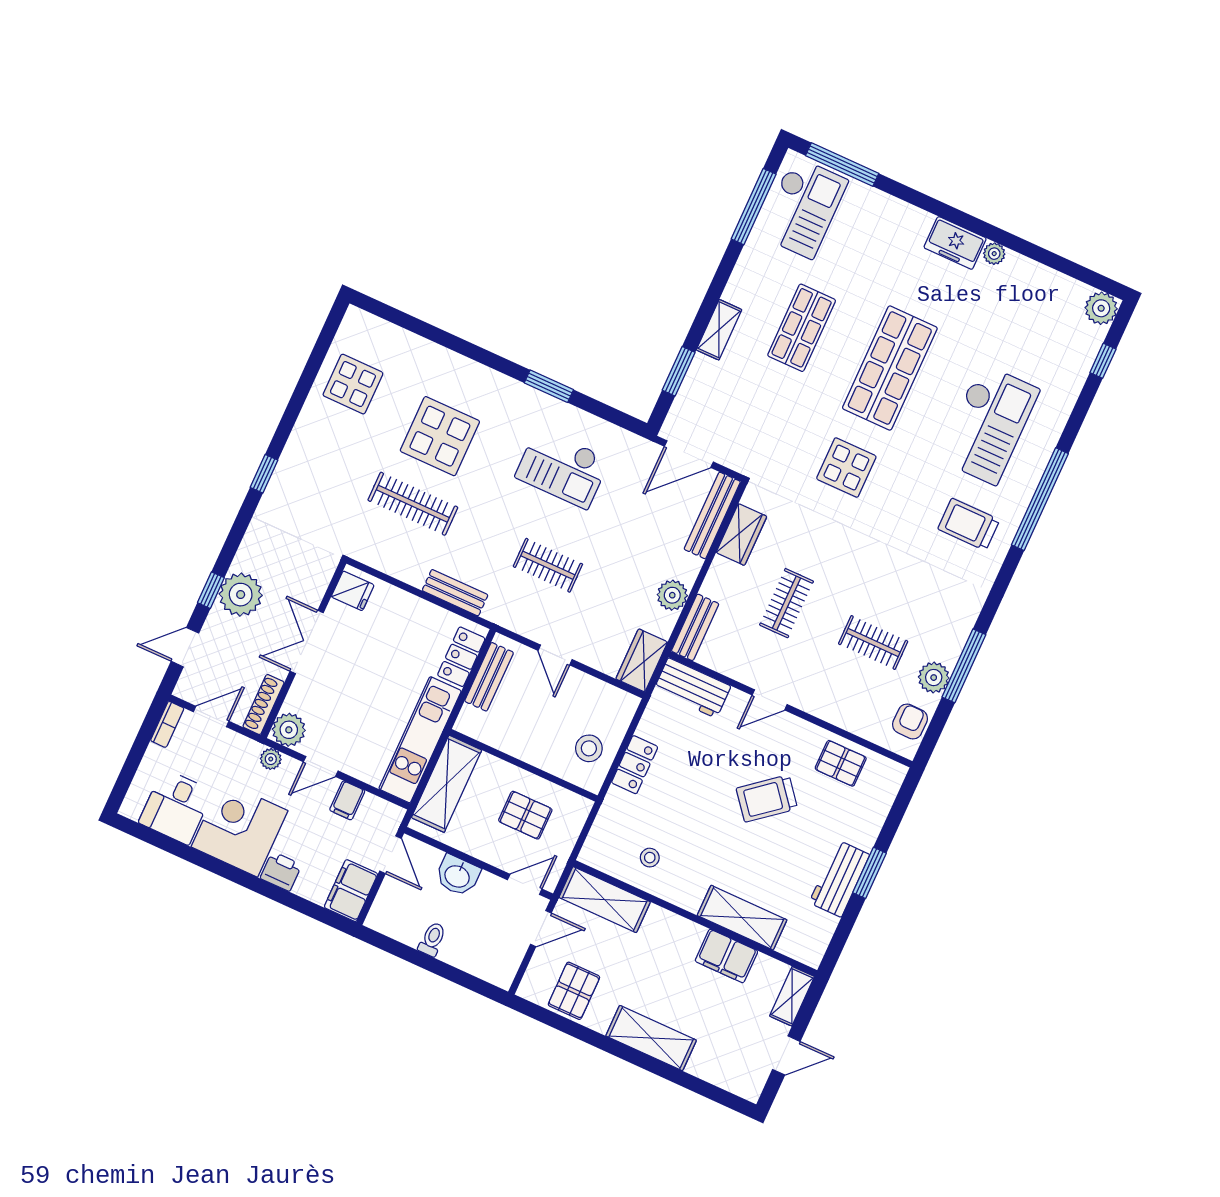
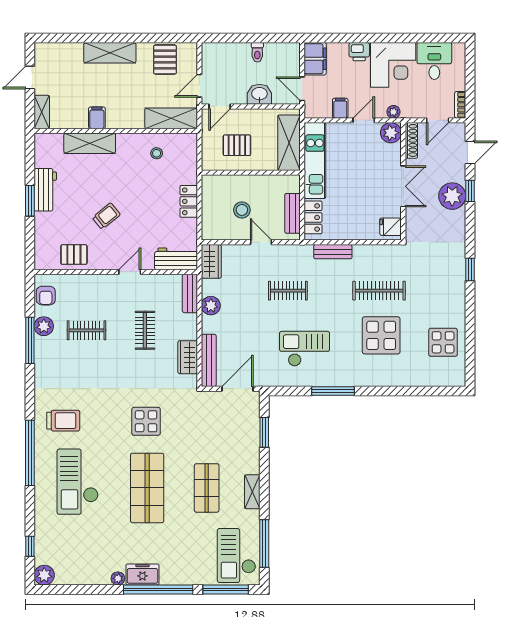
window: (942, 210) -> (158, 590), added
shelving: (719, 330) -> (252, 492), moved
window: (549, 386) -> (333, 391), width x1.44
stool: (589, 748) -> (242, 210), moved
trolley: (767, 798) -> (106, 216), width x0.73, depth x0.72
filing cabinet: (726, 956) -> (97, 118), width x0.50

